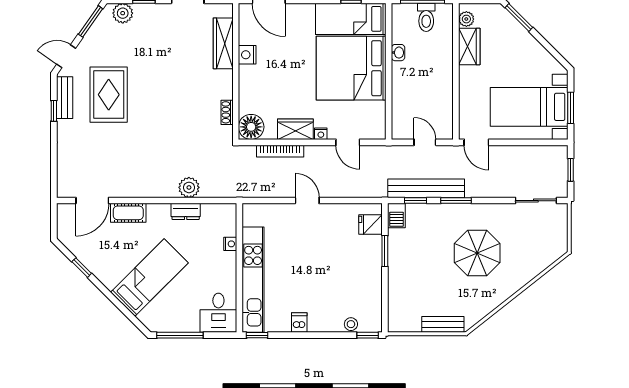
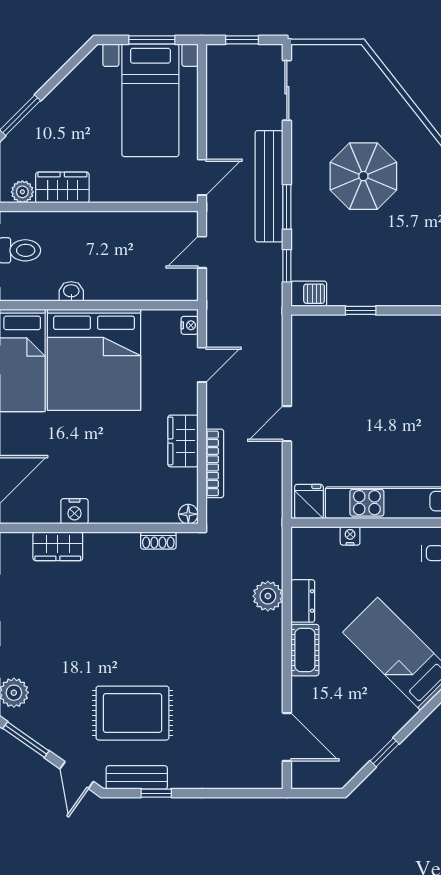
wardrobe: (223, 43) -> (58, 546), width x0.67
floor lamp: (251, 127) -> (188, 514), width x0.53, depth x0.53
nightstand: (321, 134) -> (190, 325), moved
bench: (426, 188) -> (269, 186), moved
cot: (128, 213) -> (305, 650), moved
fridge: (371, 225) -> (309, 502), moved, turned 180
window: (385, 251) -> (361, 310), width x0.67

